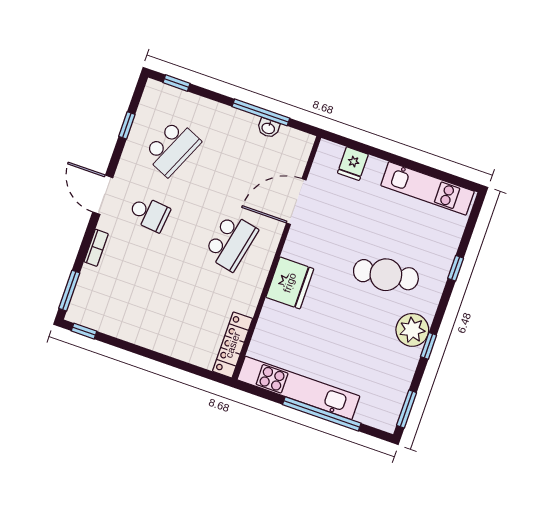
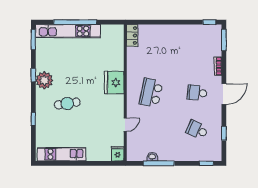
school desk: (172, 148) -> (197, 130), width x0.54
fridge: (353, 164) -> (118, 154), moved
door: (103, 195) -> (224, 94), hinge flipped
door: (296, 201) -> (125, 125), width x0.53
cafe table: (386, 275) -> (67, 104), width x0.73, depth x0.74
locker: (233, 345) -> (132, 35), width x0.66
kitchen unit: (298, 388) -> (68, 31), moved

